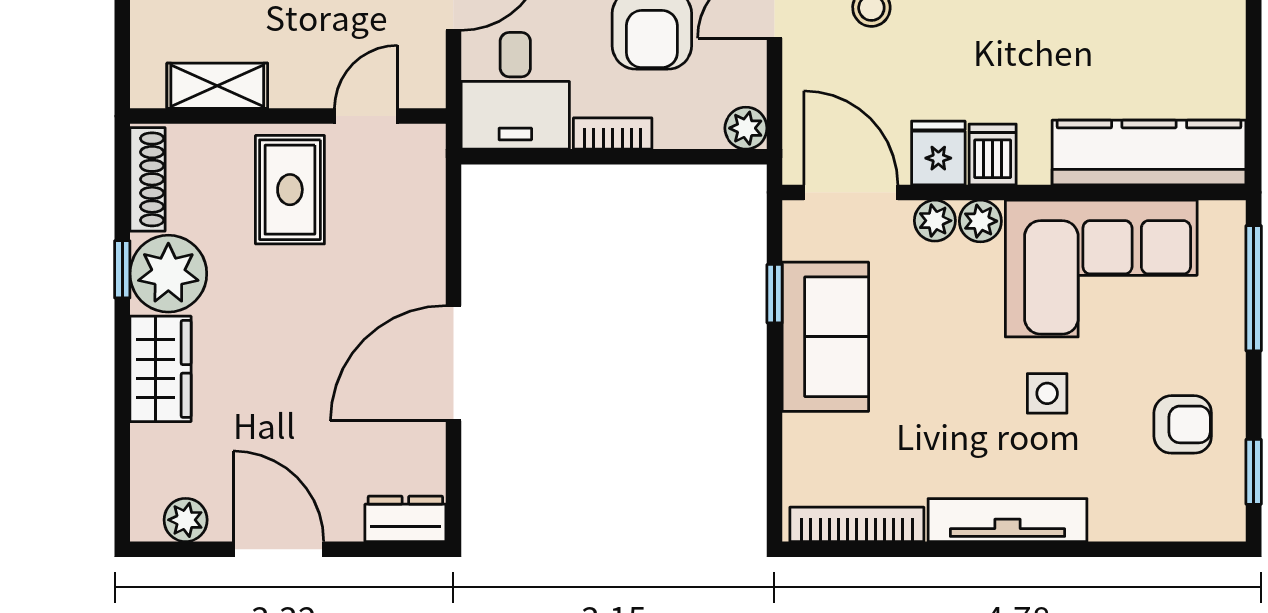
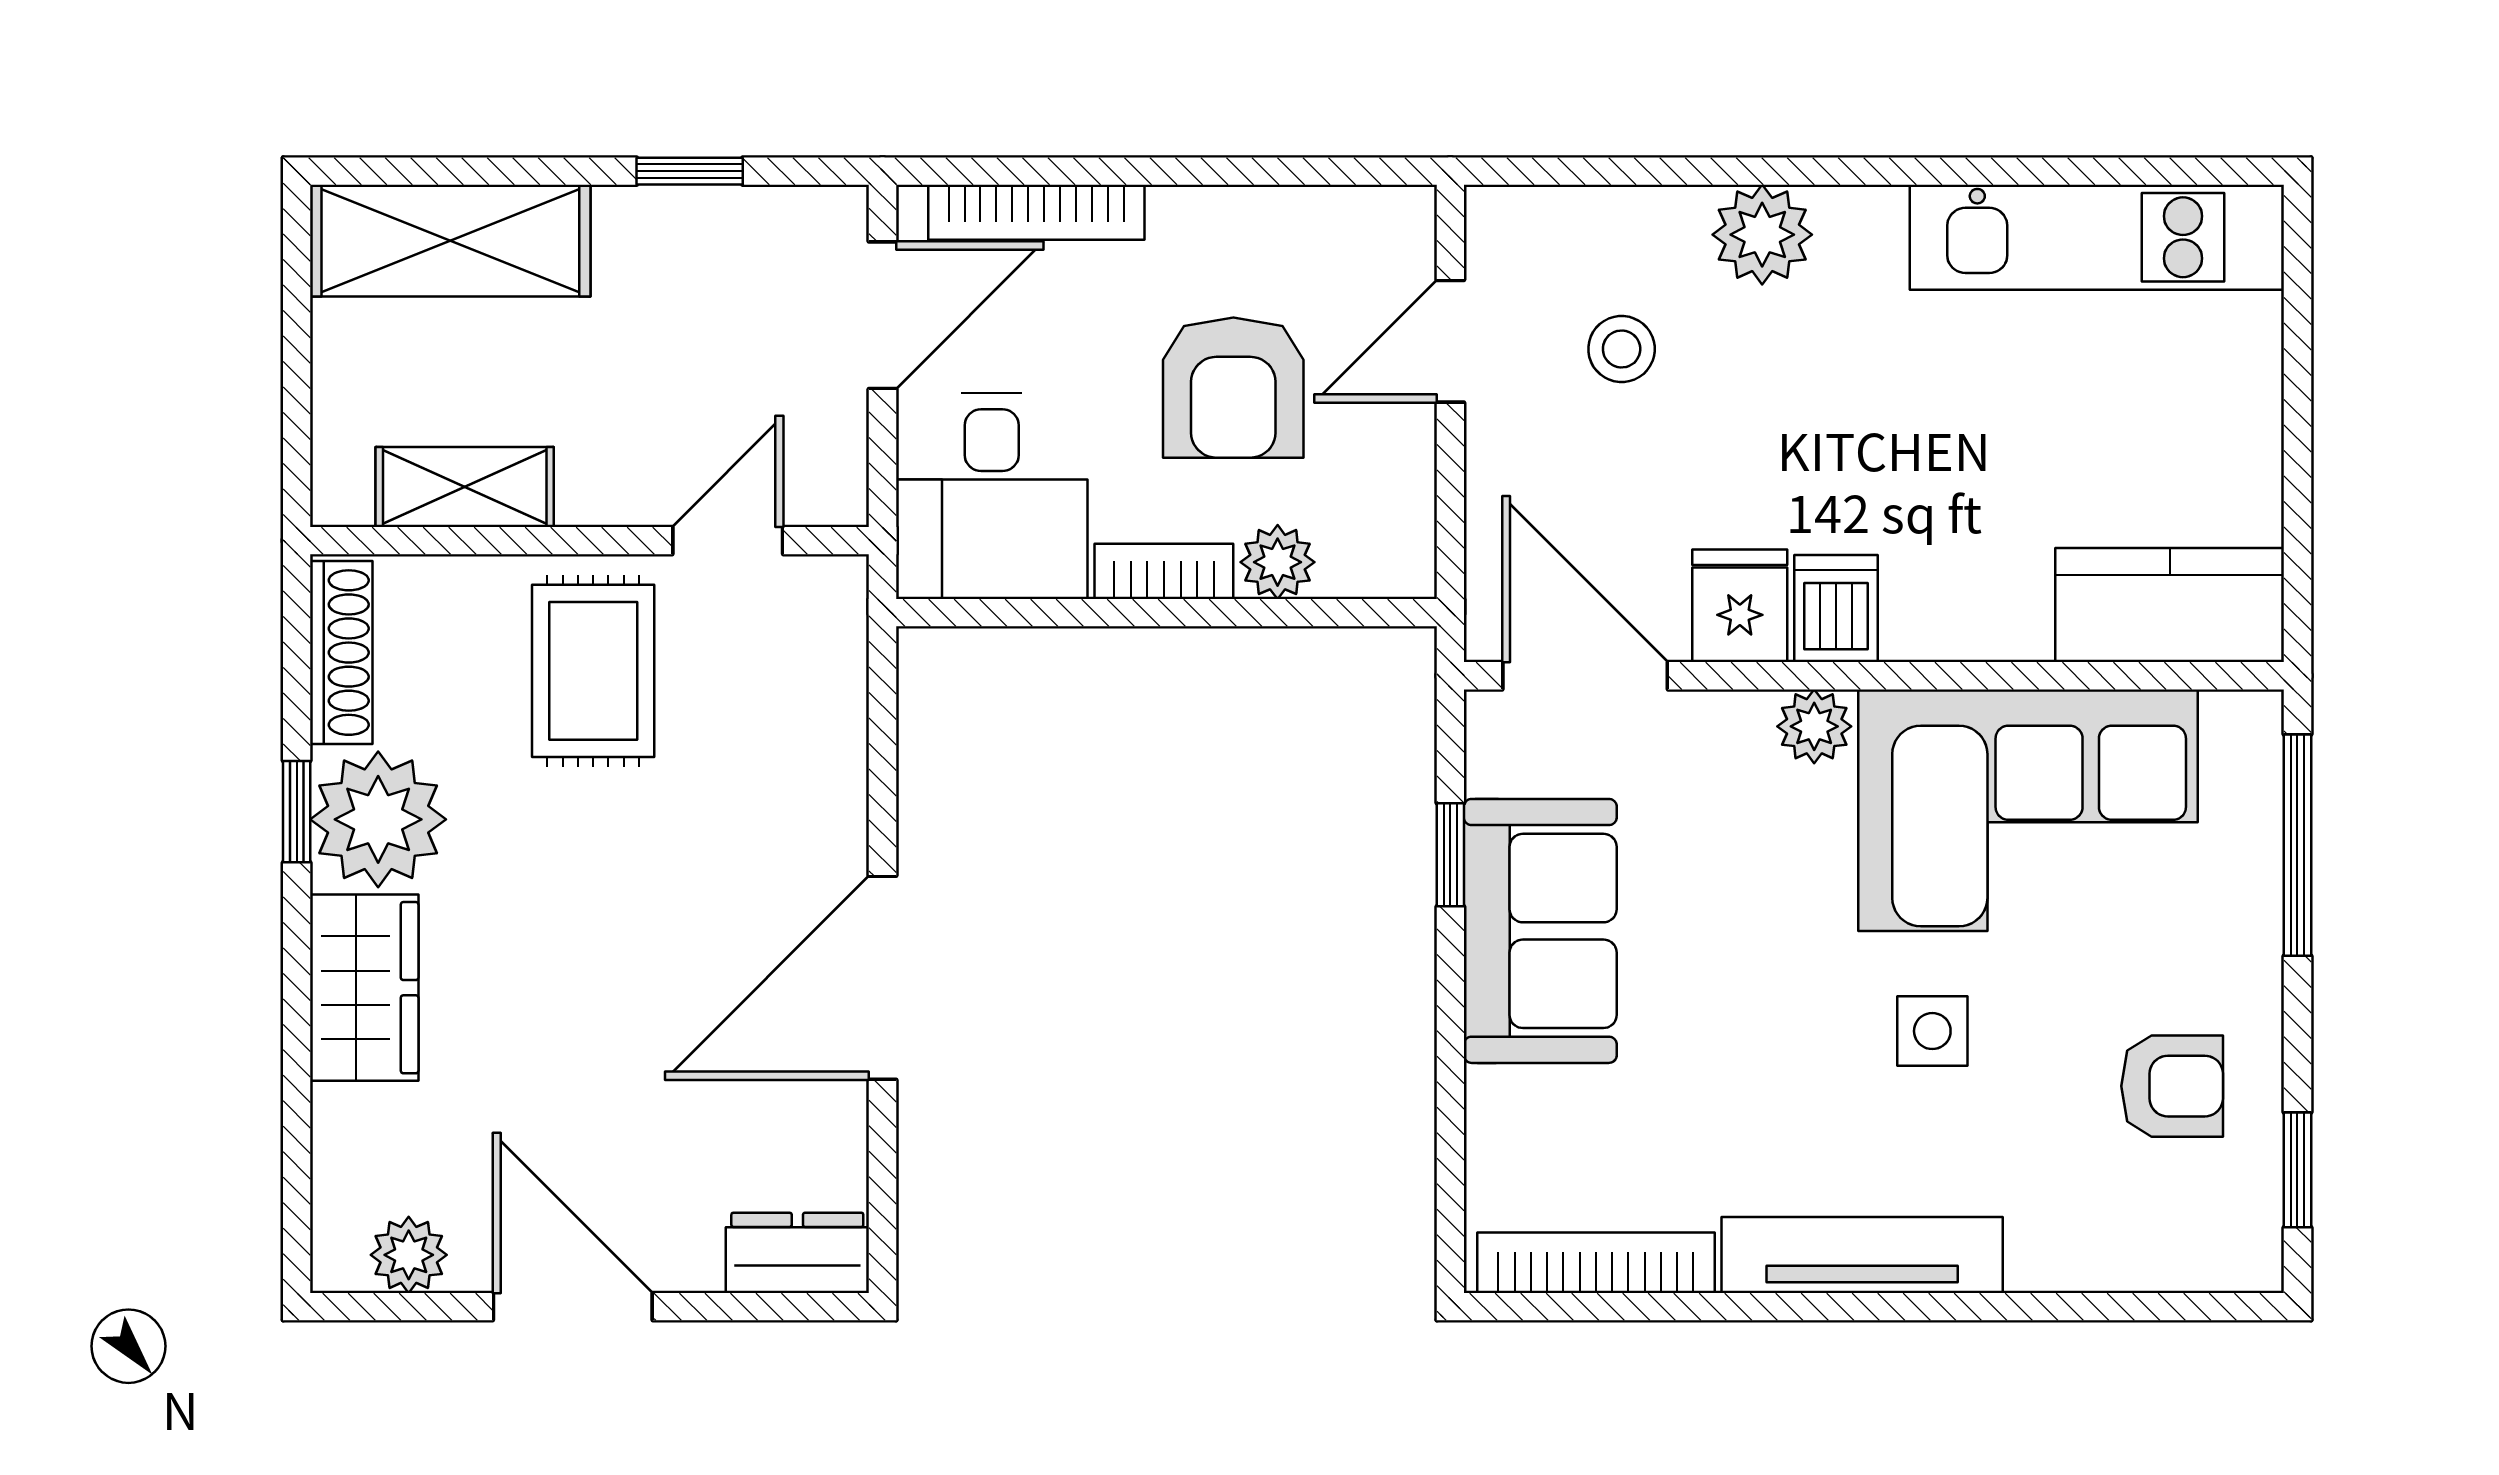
plant: (746, 128) -> (1278, 562), moved
kitchen counter: (1149, 153) -> (2170, 605), width x0.67
plant: (935, 221) -> (1734, 725), removed

